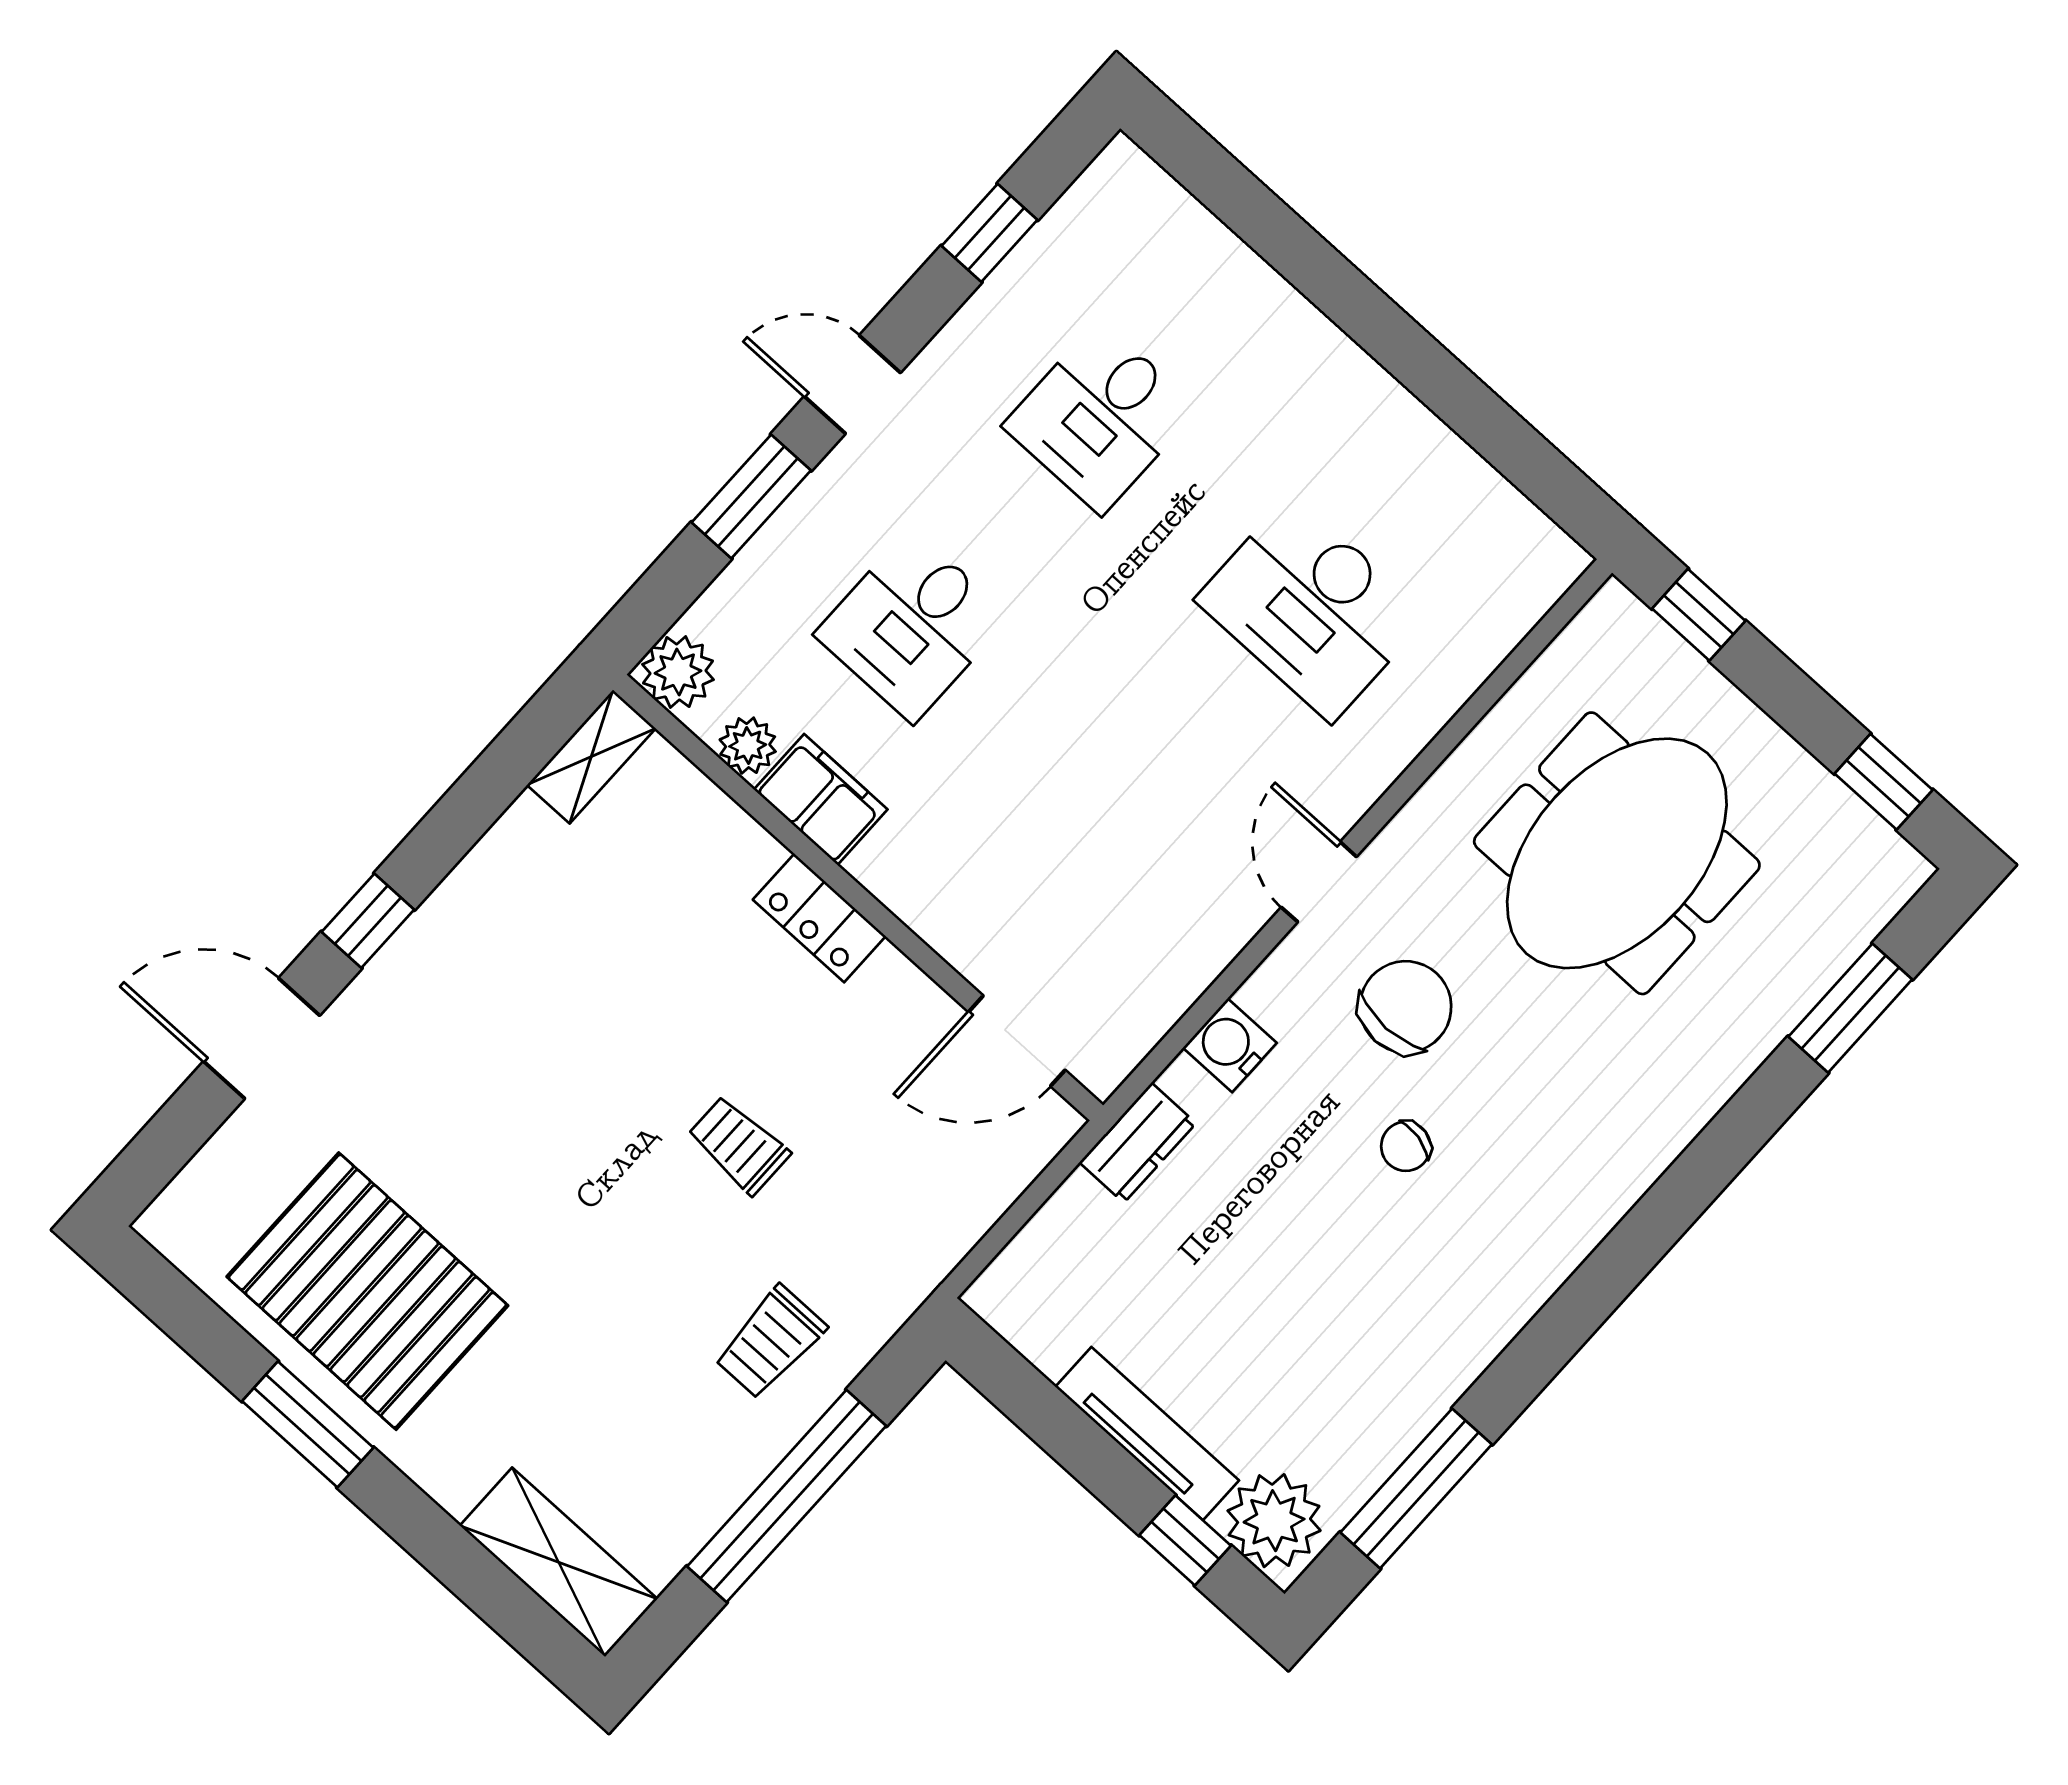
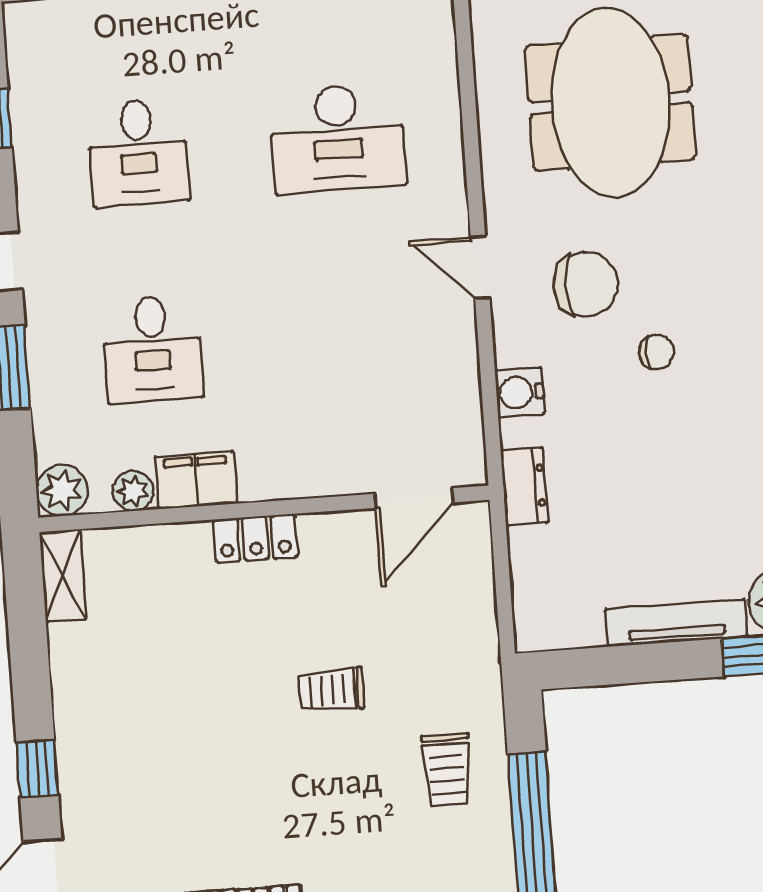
chair: (1406, 1007) -> (586, 284), turned 90
chair: (1406, 1146) -> (657, 352), turned -102

